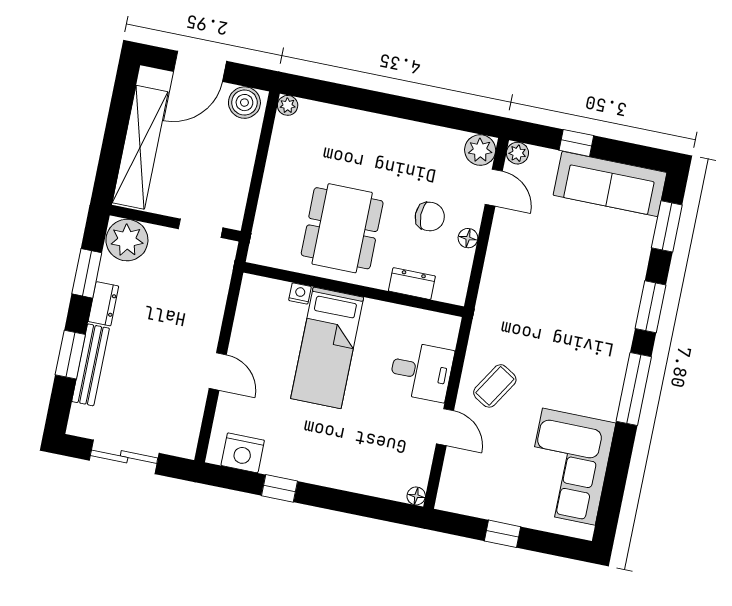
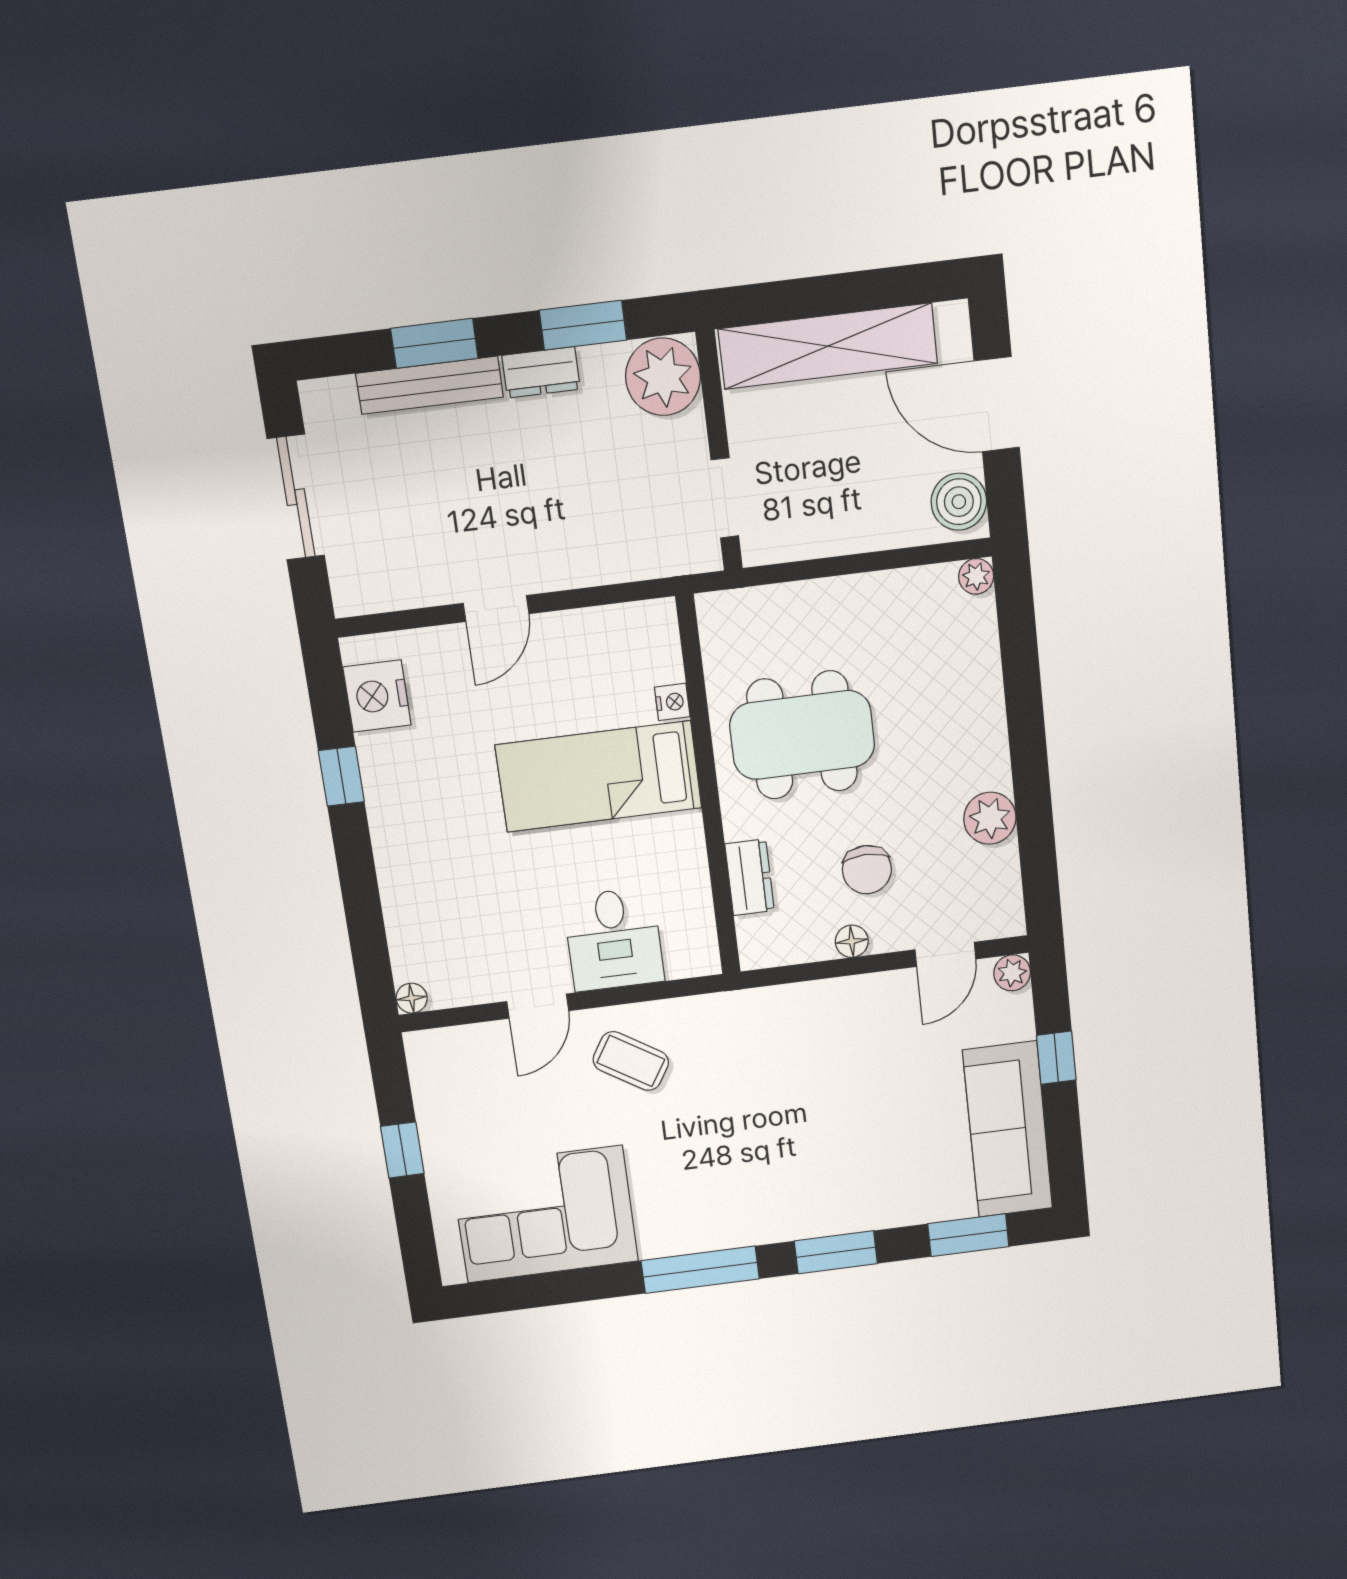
plant: (480, 150) -> (990, 818), moved

